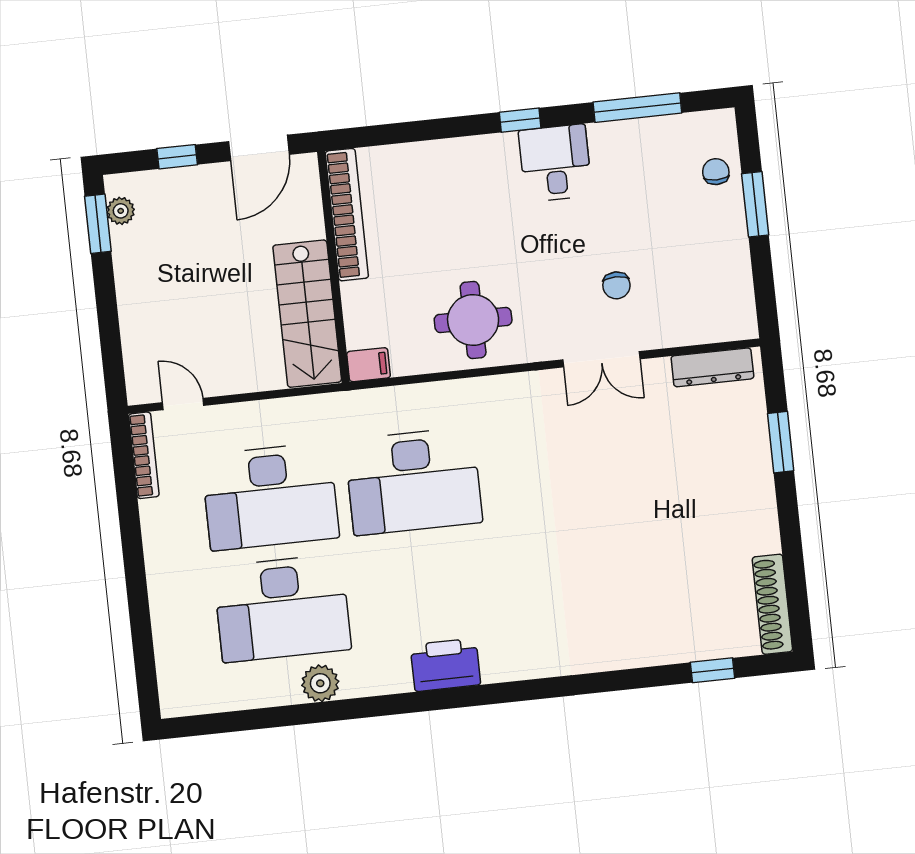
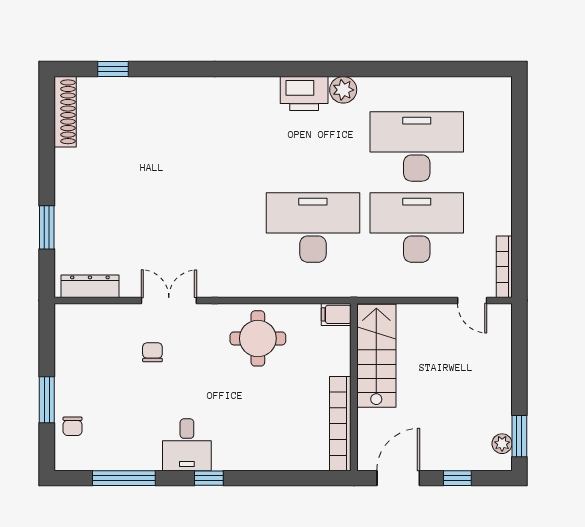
plant: (320, 683) -> (343, 90), moved

